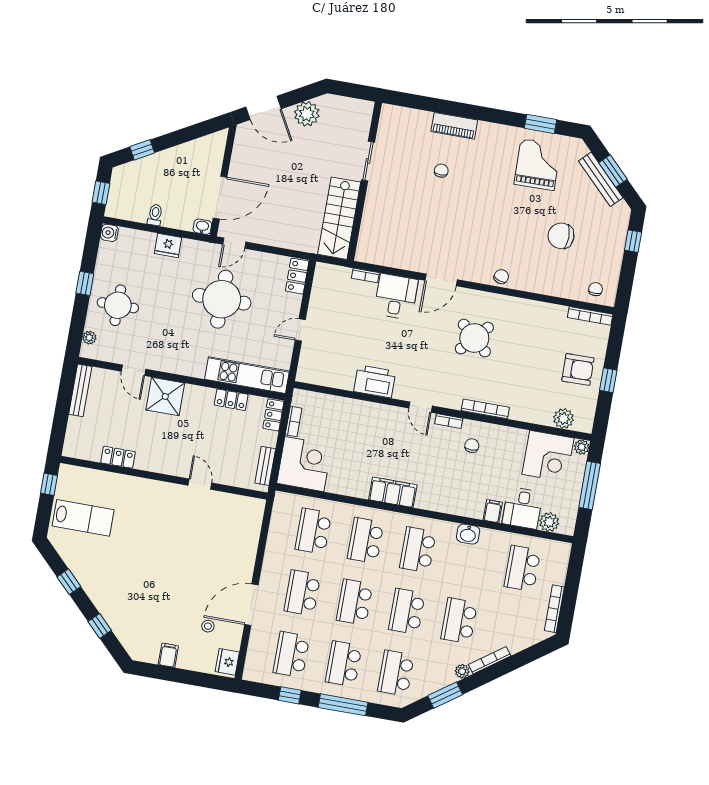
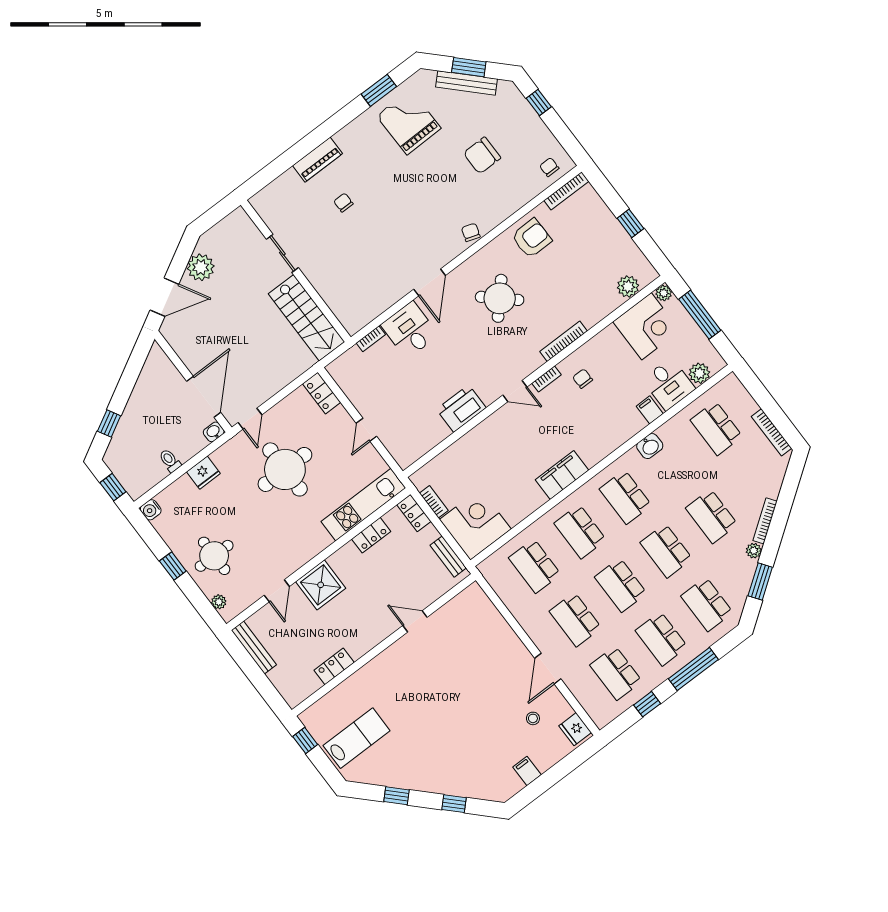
armchair: (578, 369) -> (532, 238), moved
door: (133, 370) -> (277, 591), hinge flipped
door: (251, 605) -> (548, 669), width x0.73

